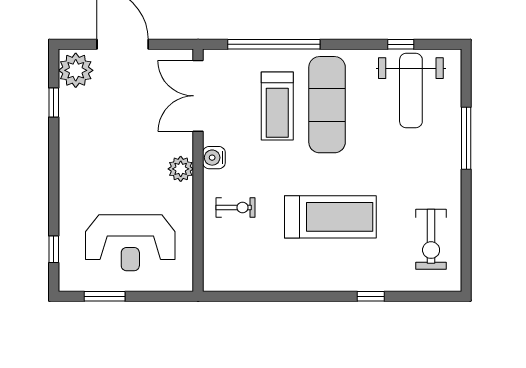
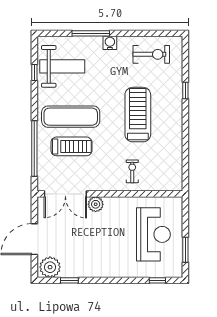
water cooler: (214, 158) -> (110, 43), moved, turned 180
plant: (181, 169) -> (96, 204), moved

